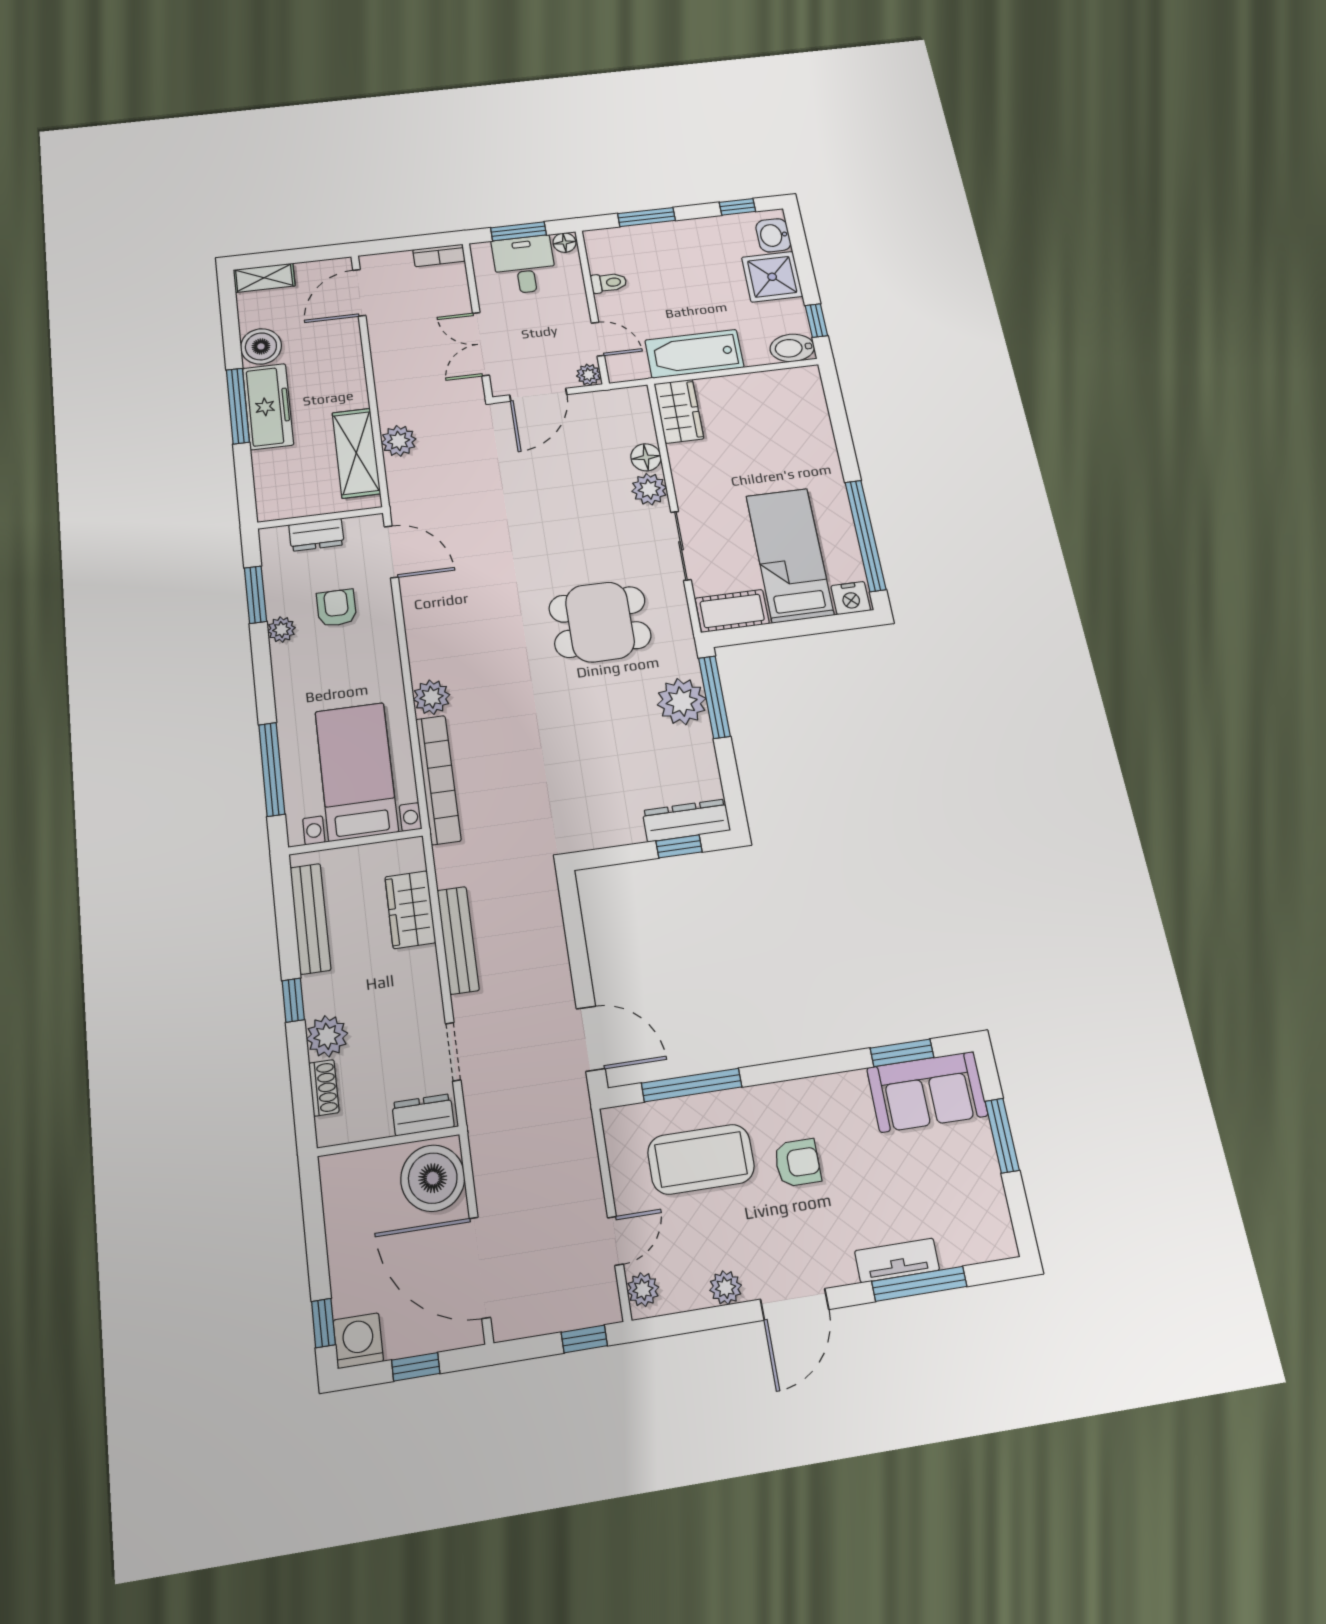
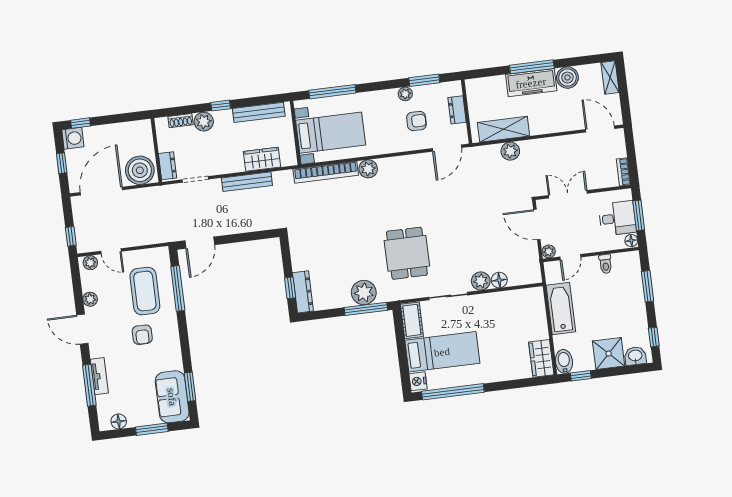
wardrobe: (679, 411) -> (541, 358), moved, turned 90
floor lamp: (993, 1212) -> (119, 421), added

